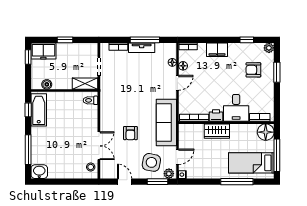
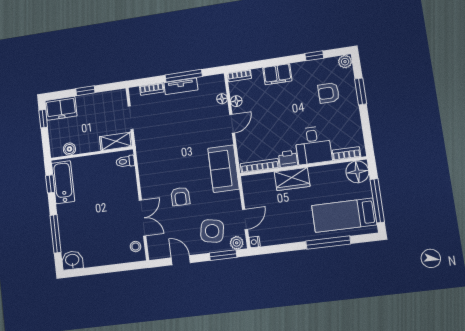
sofa: (166, 123) -> (223, 169), width x0.73

